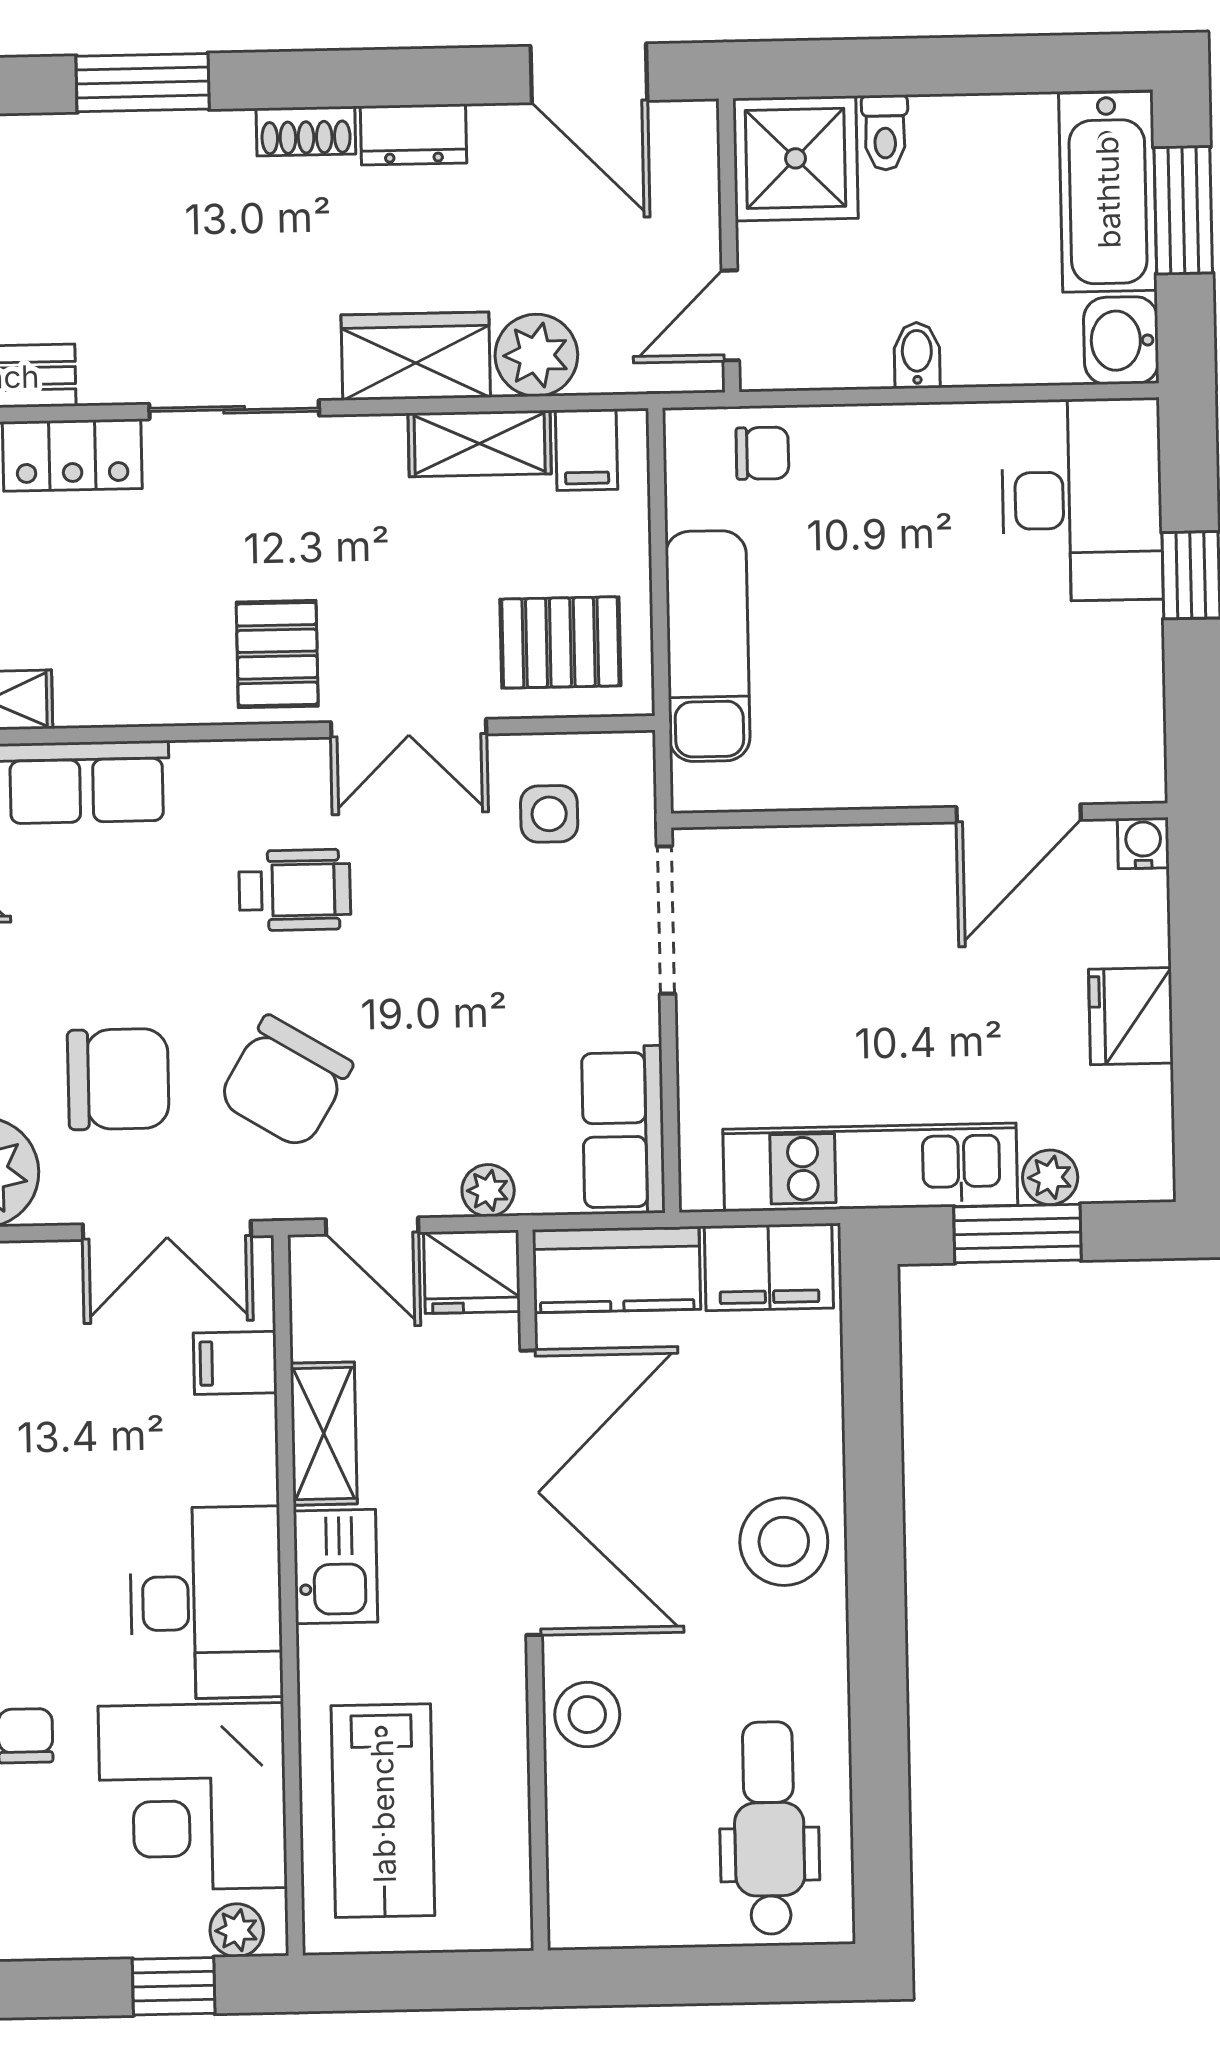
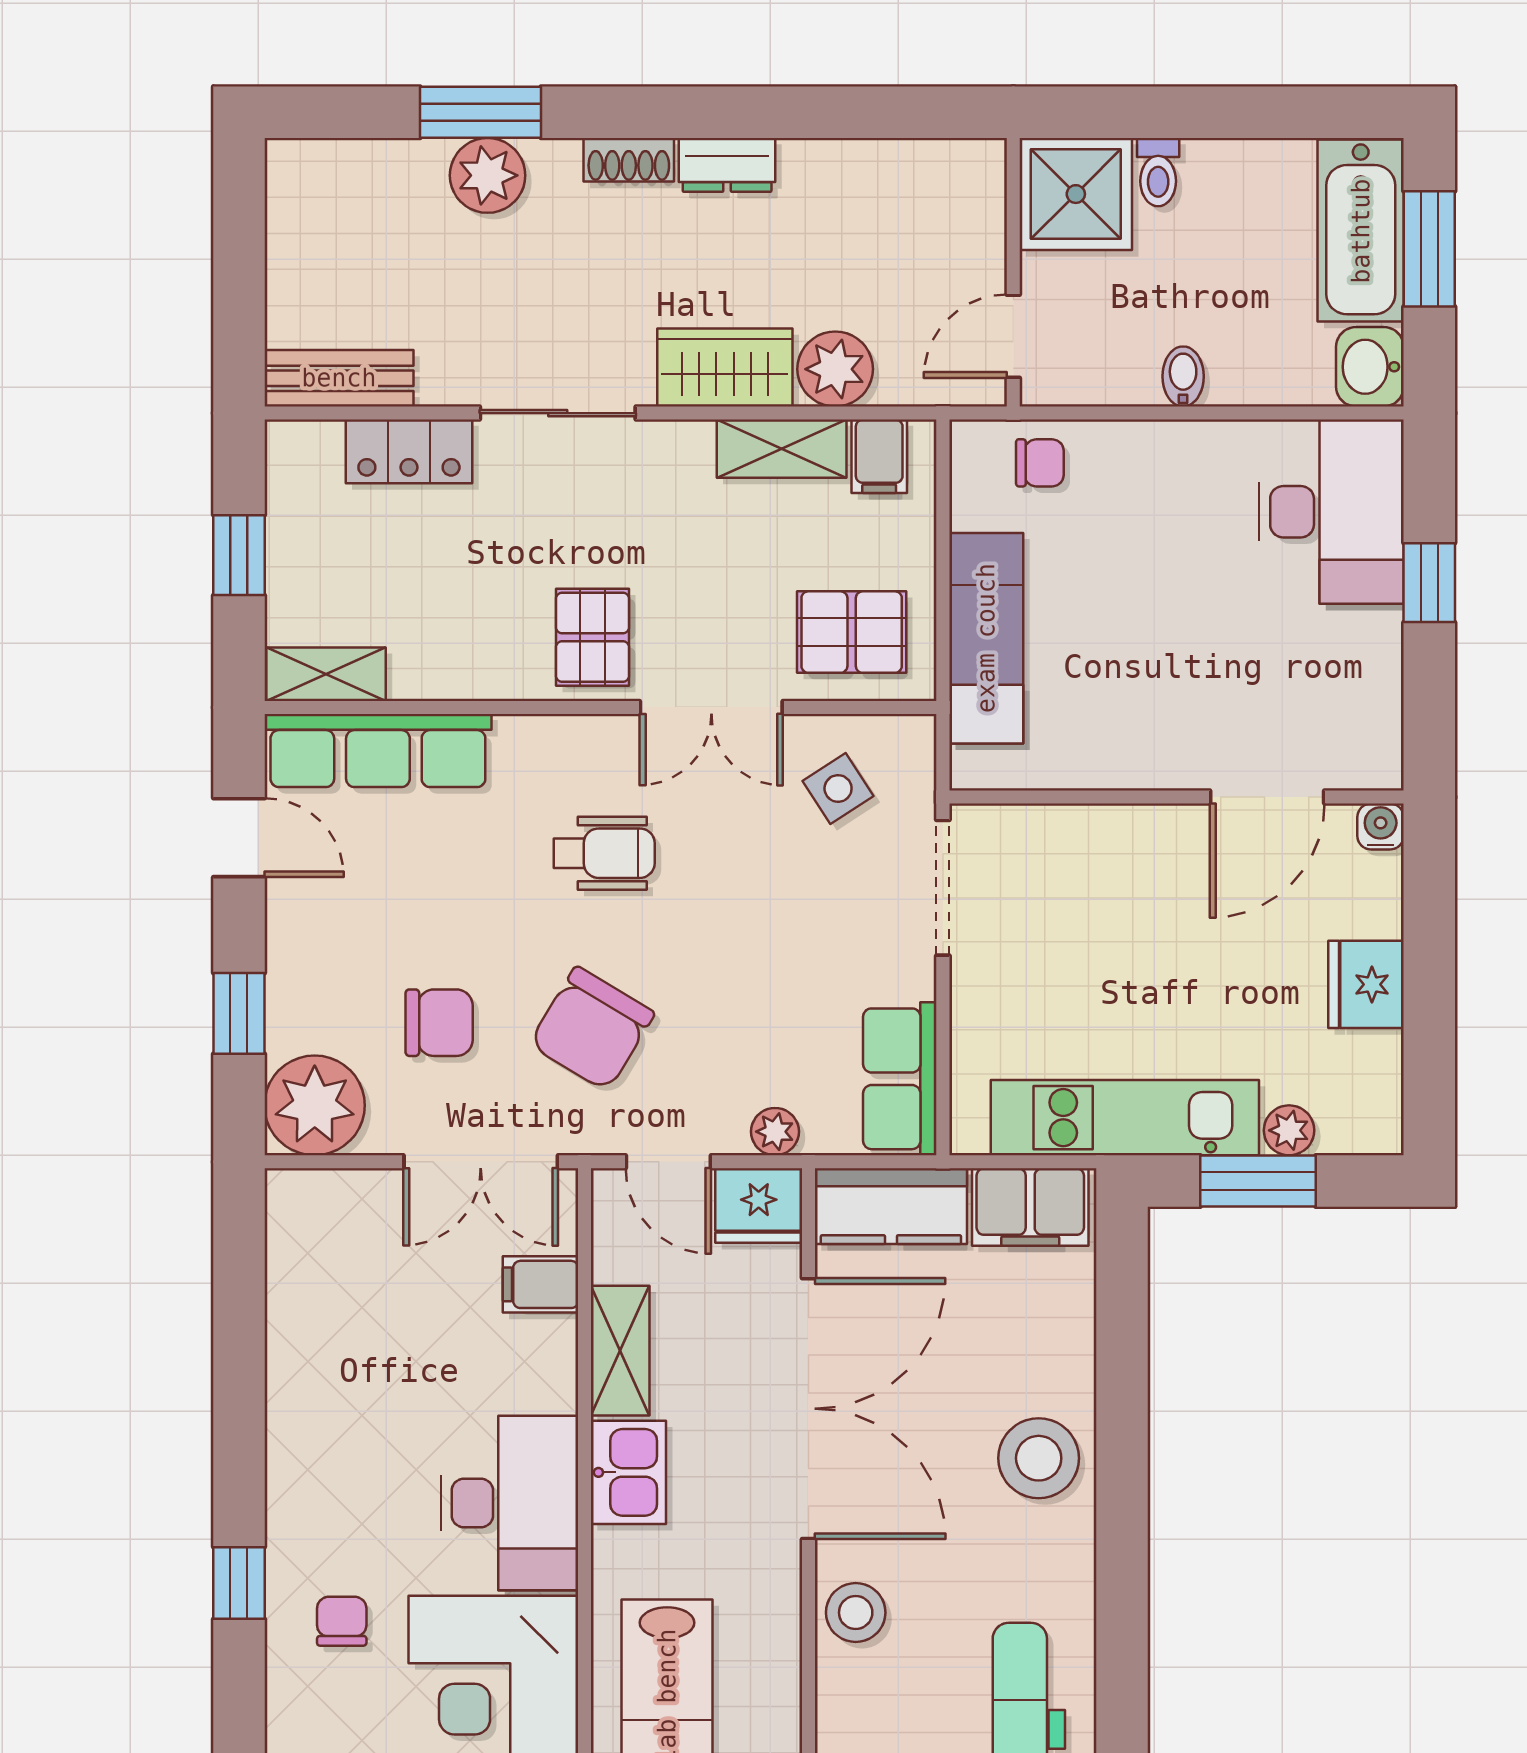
door: (589, 73) -> (889, 112), removed
plant: (152, 152) -> (488, 175), added
side table: (549, 814) -> (838, 789), turned -33
chair: (118, 1079) -> (439, 1023), width x0.73, depth x0.73

